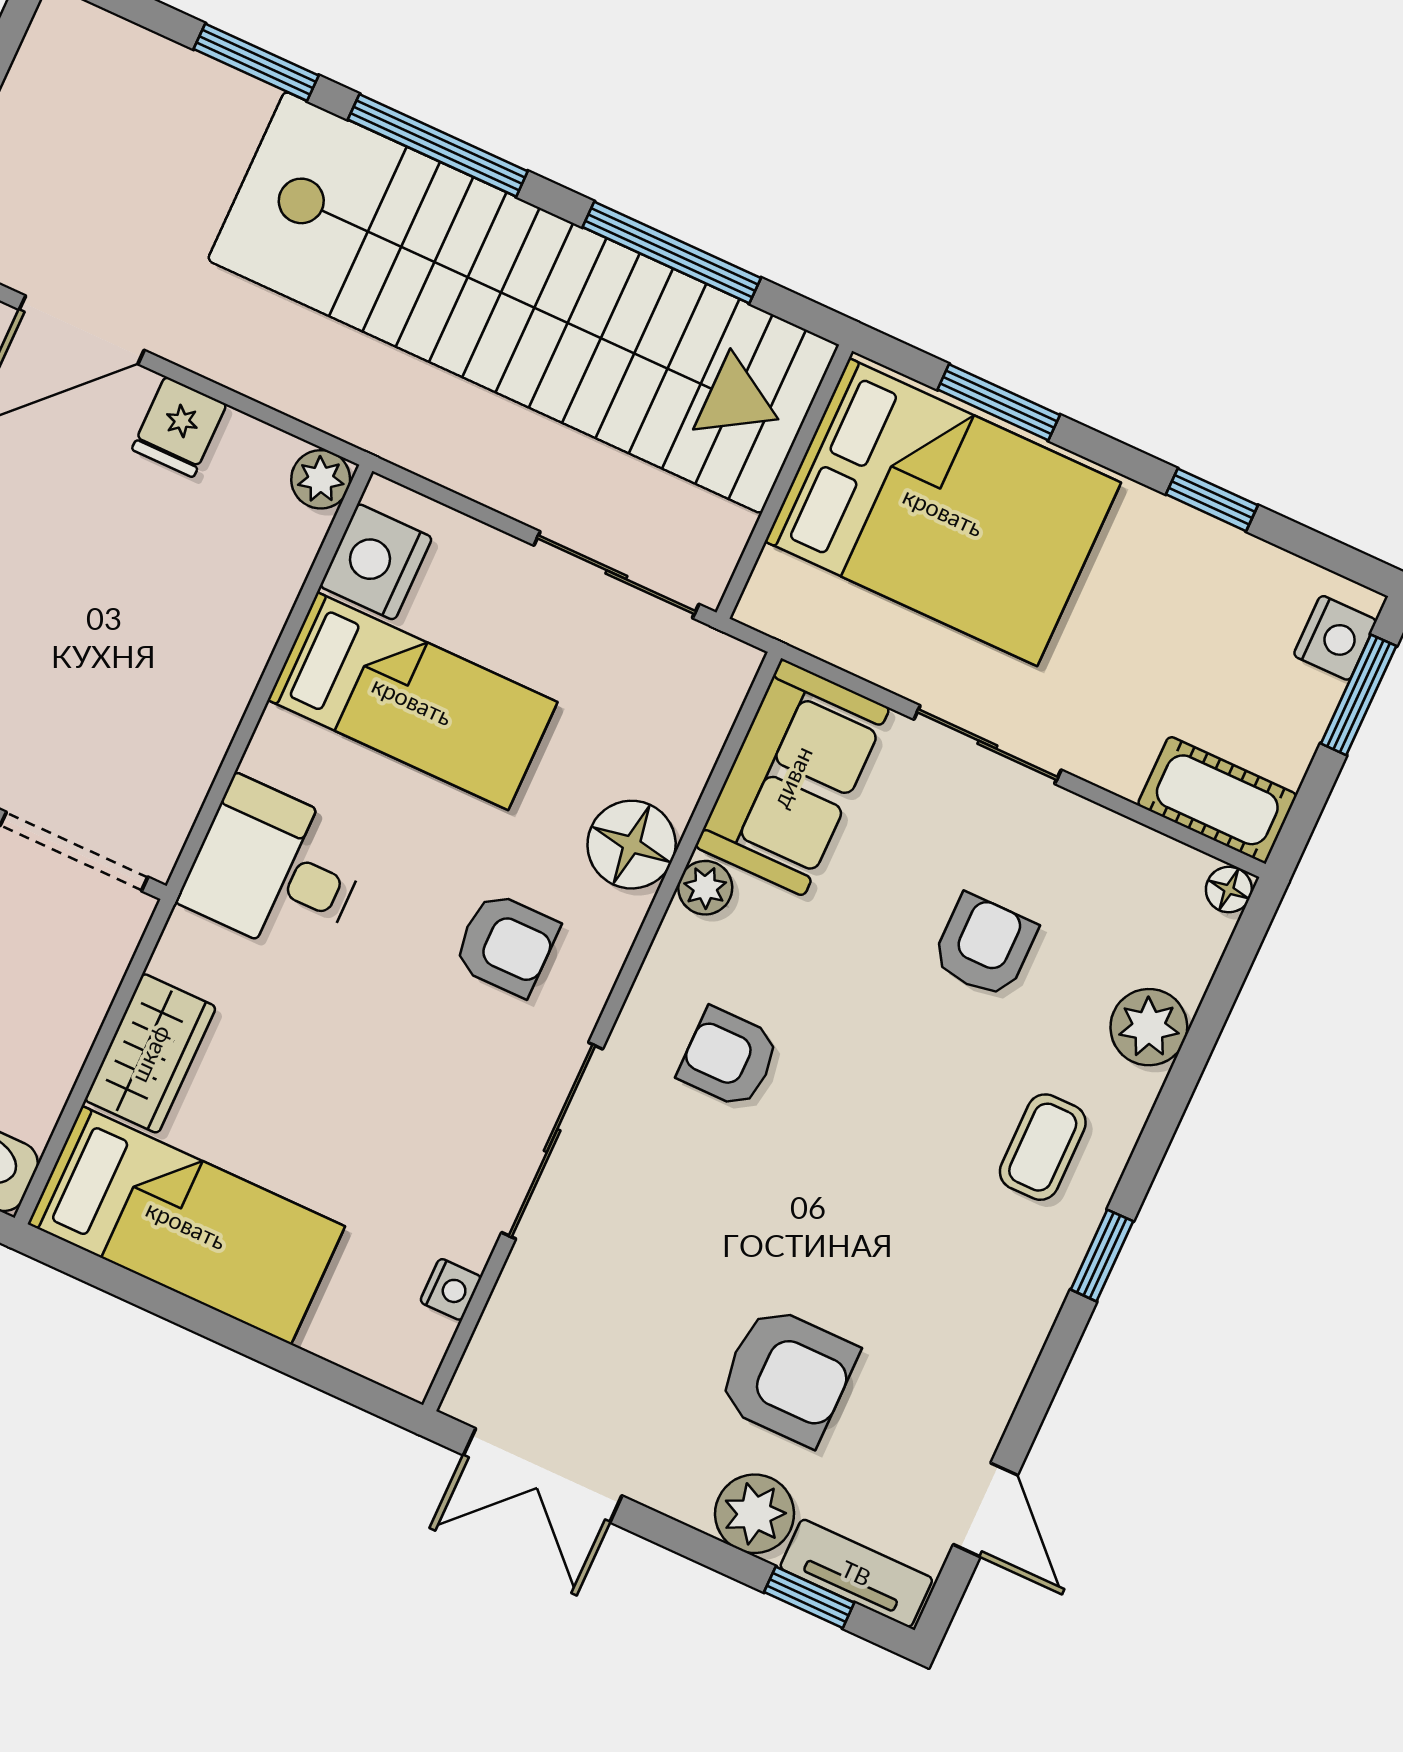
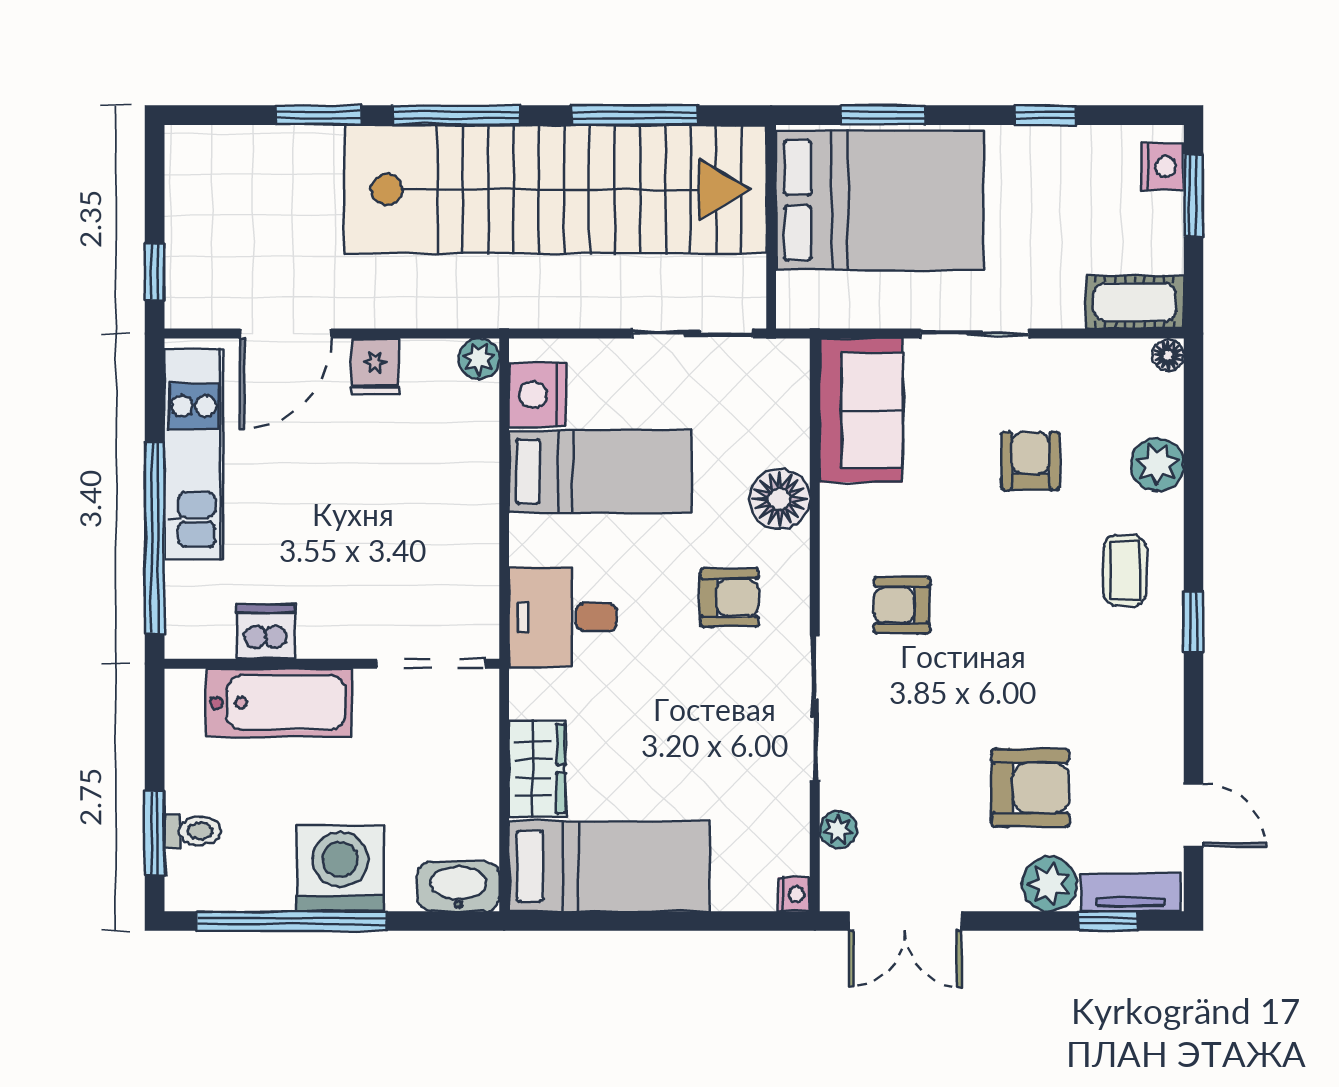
plant: (705, 888) -> (838, 830), moved
nightstand: (451, 1289) -> (794, 894), moved

